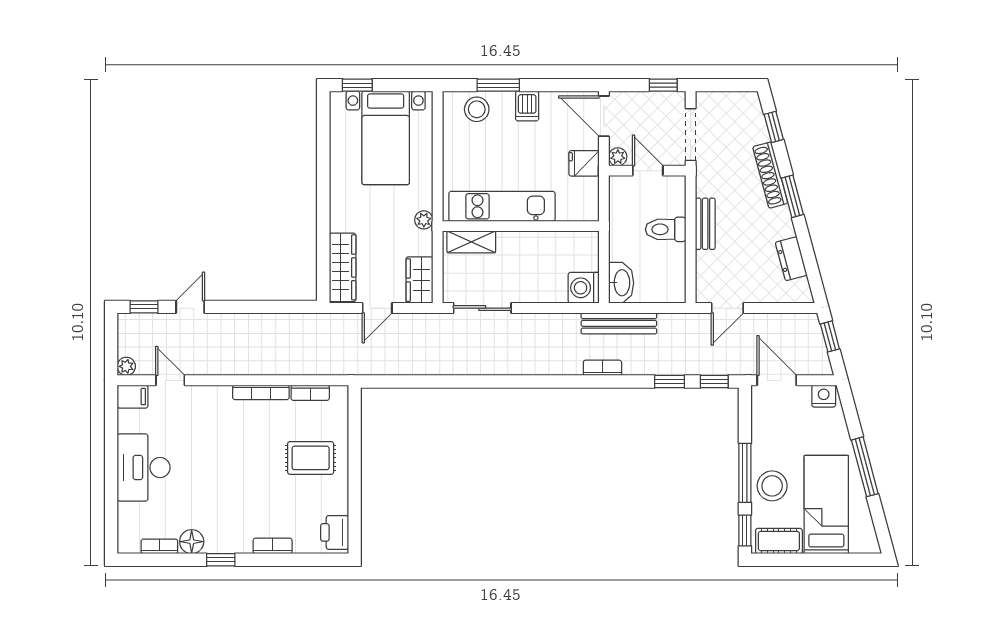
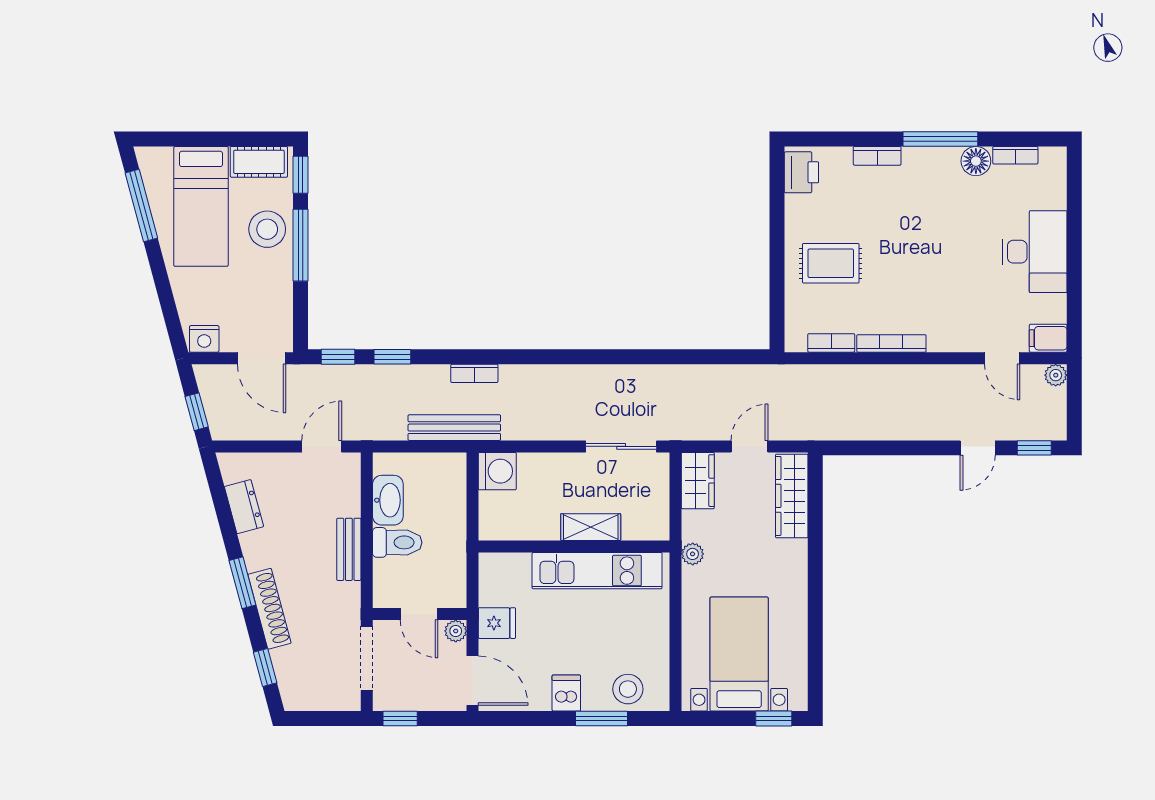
shelving: (471, 242) -> (591, 527), moved
washbasin: (621, 283) -> (388, 500), moved, turned 180
window: (865, 467) -> (141, 206), moved
window: (221, 560) -> (940, 139), width x2.17

